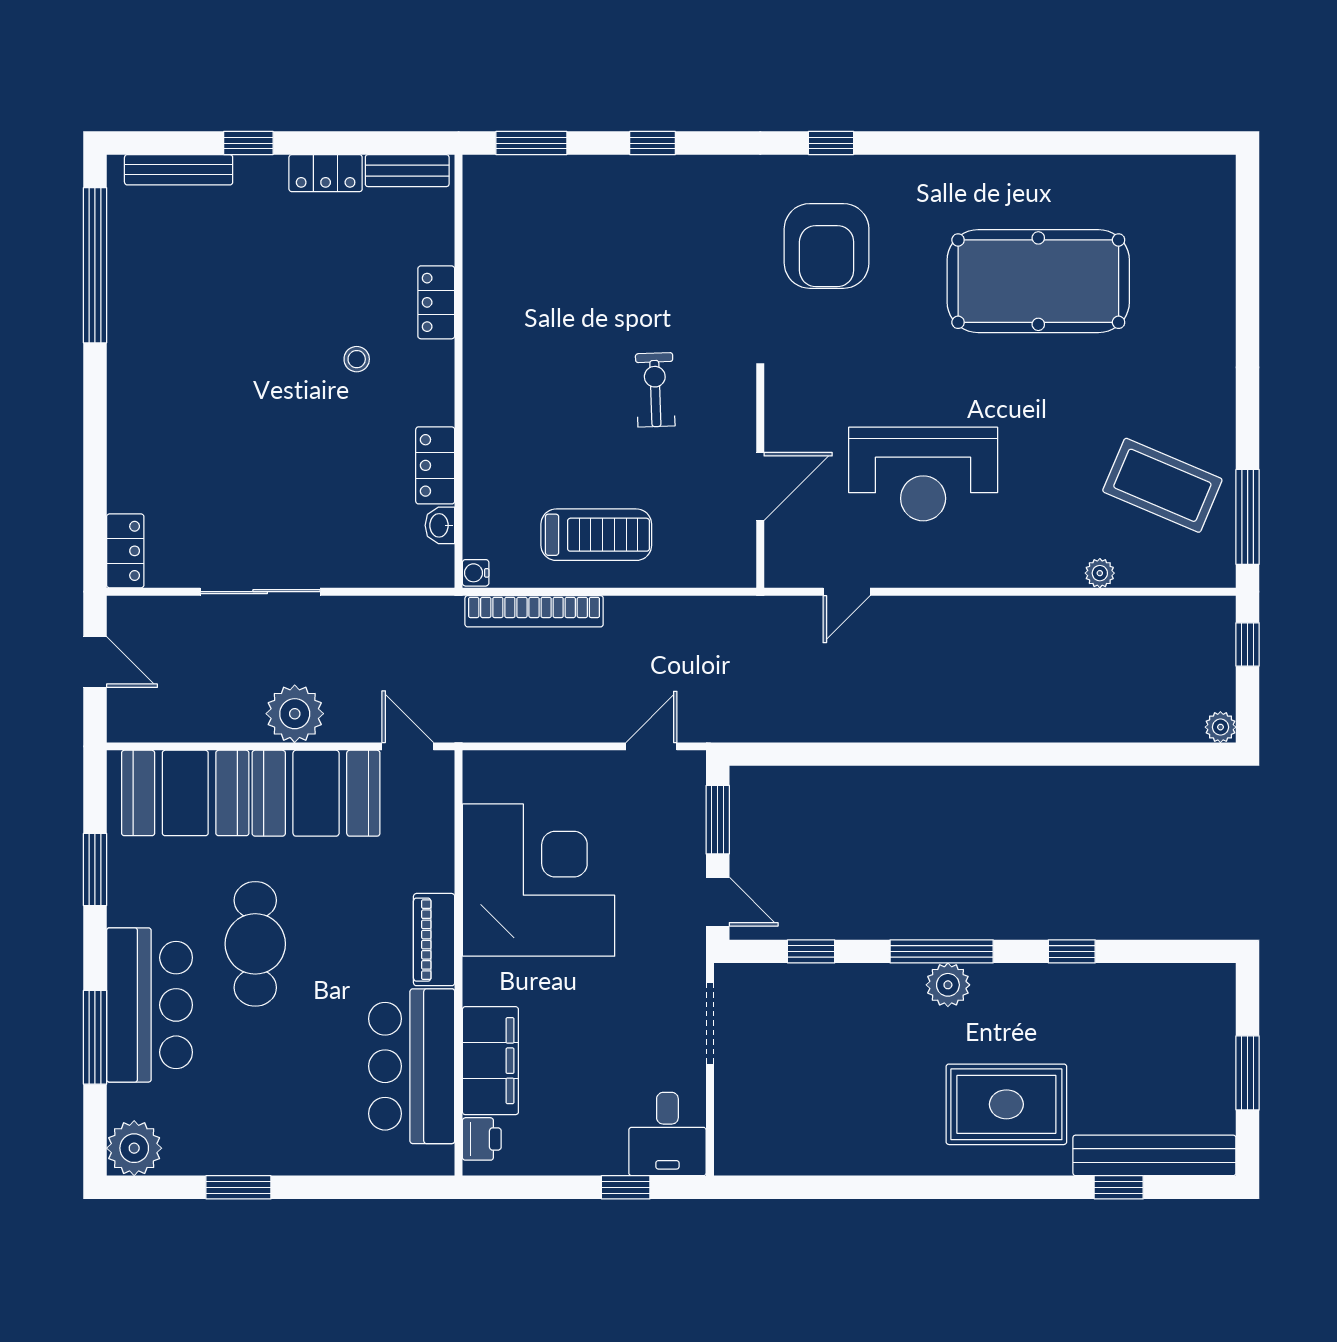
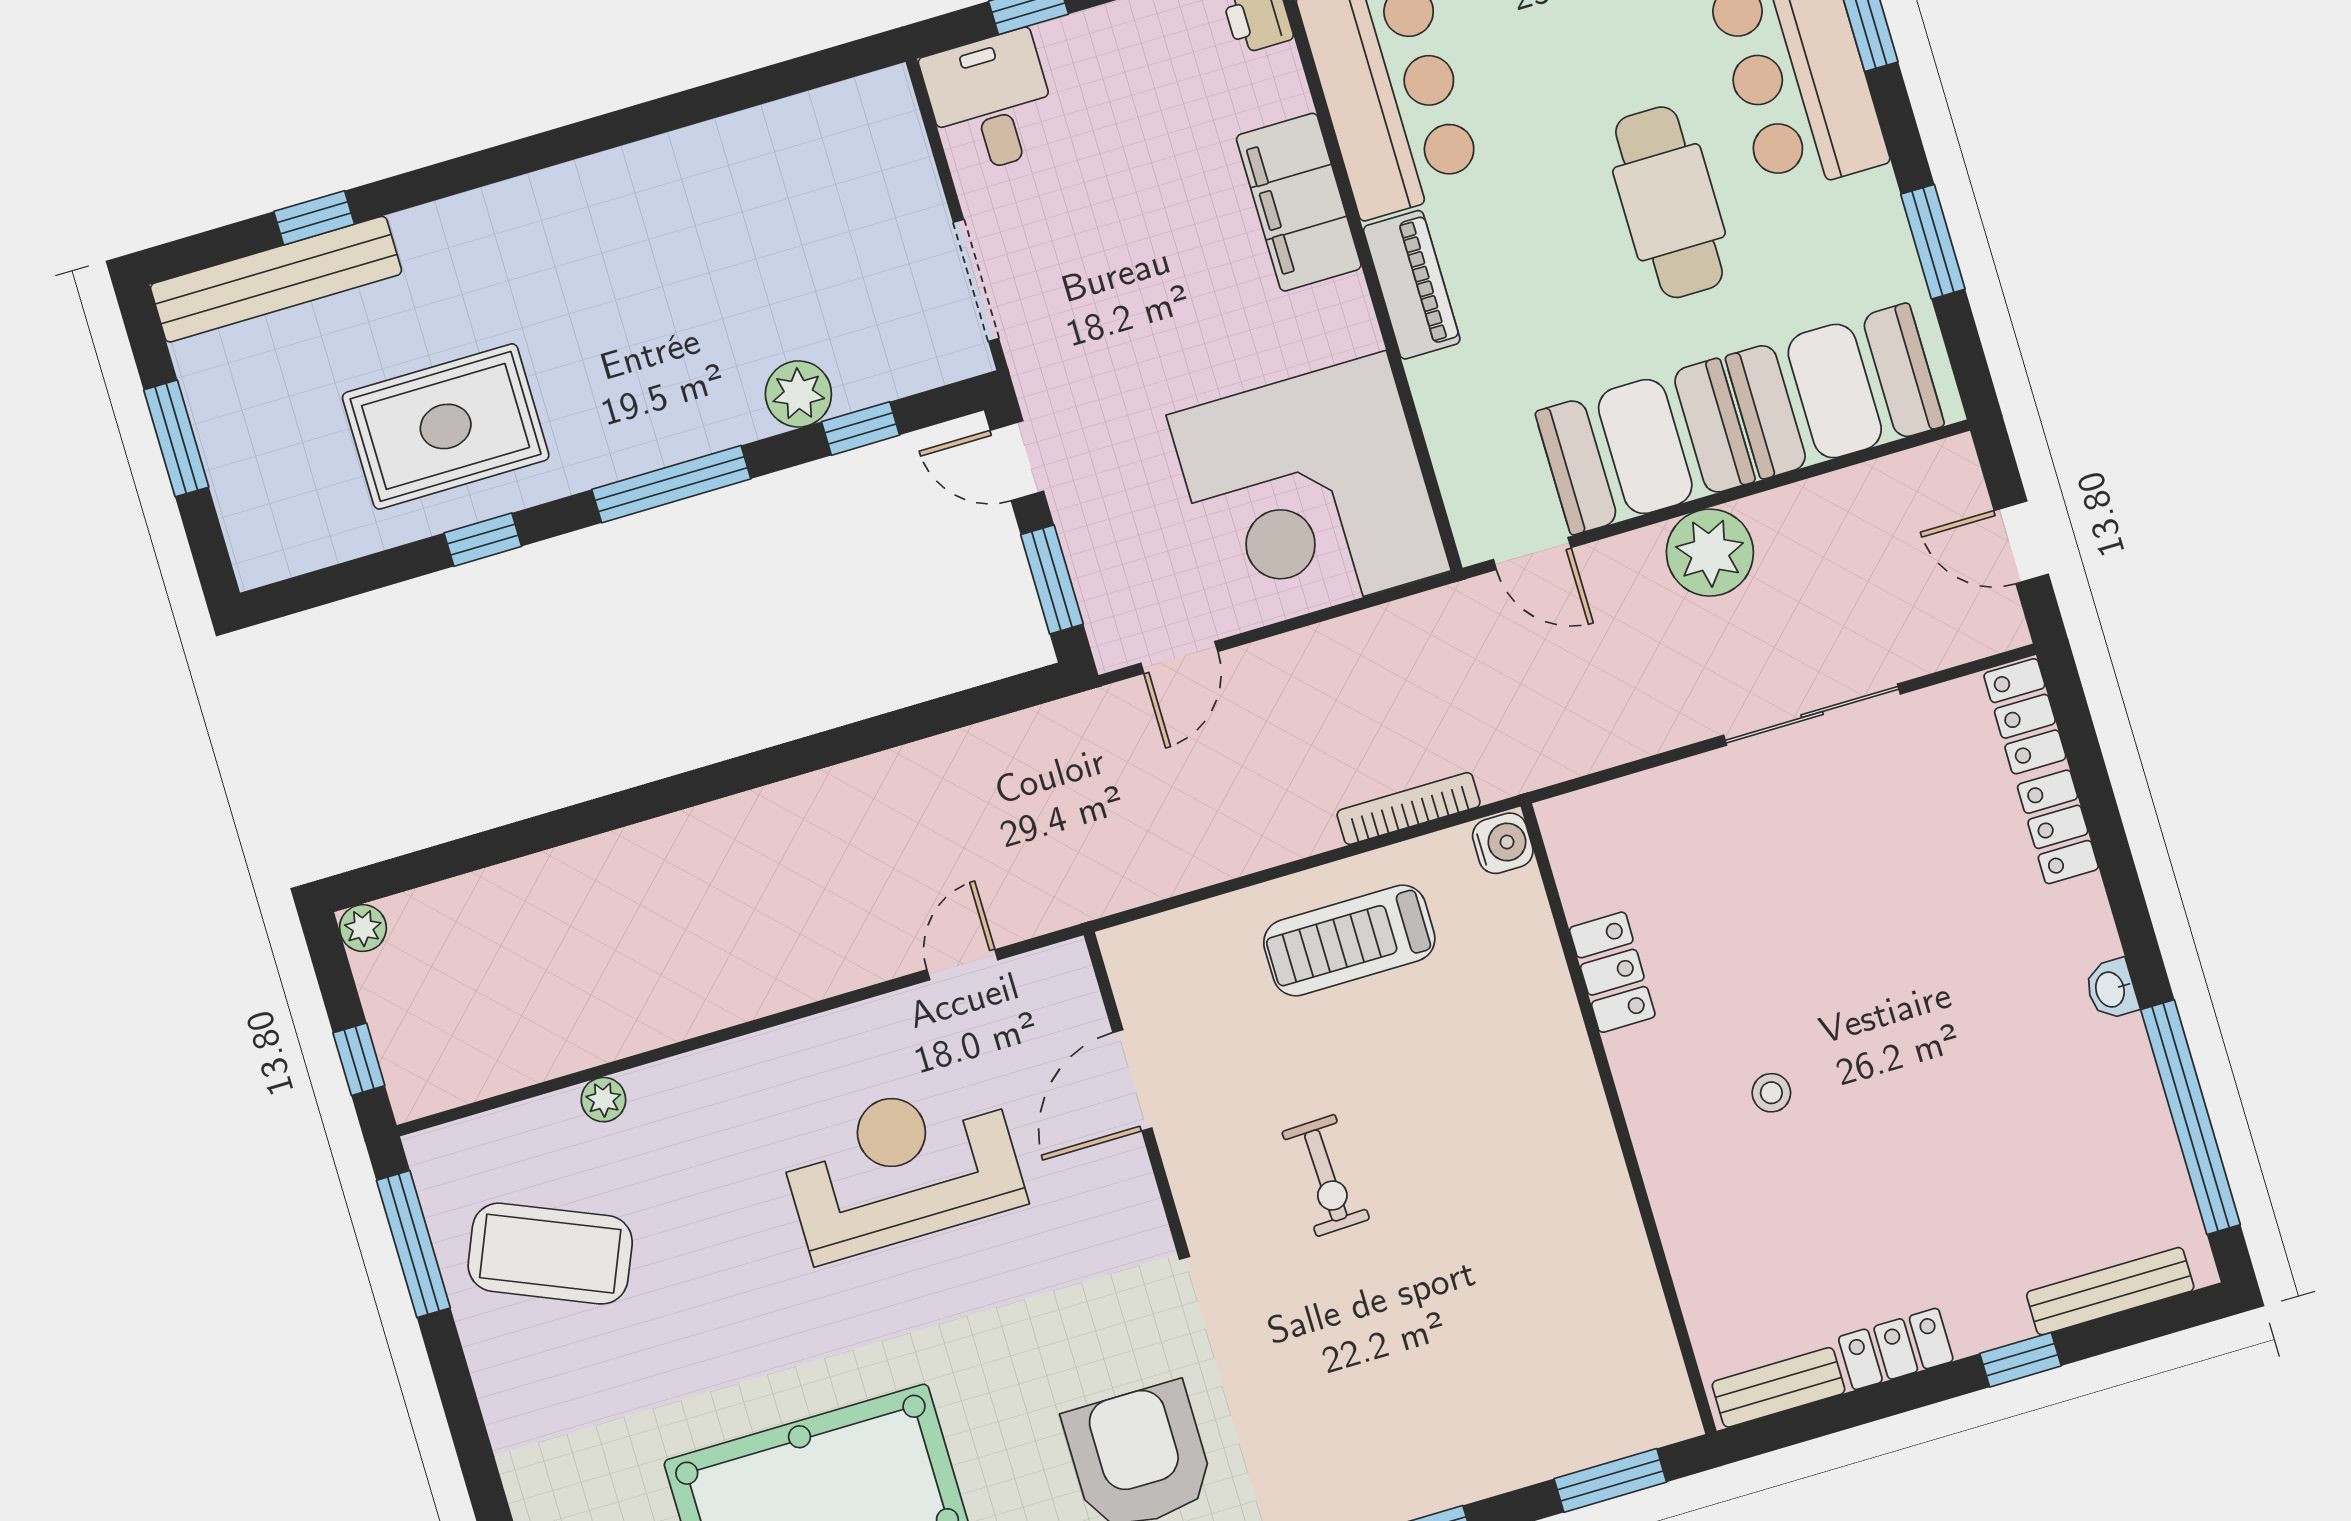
locker: (436, 302) -> (2058, 827), moved, turned 180
washbasin: (440, 525) -> (2111, 989), moved, turned 180
water cooler: (476, 573) -> (1503, 843), width x1.38, depth x1.38
bookcase: (534, 611) -> (1409, 809), width x0.68, depth x0.76
corner desk: (539, 880) -> (1309, 493), moved
plant: (948, 985) -> (798, 394), moved
filing cabinet: (490, 1061) -> (1299, 202), moved
rug: (1006, 1104) -> (446, 426), moved

